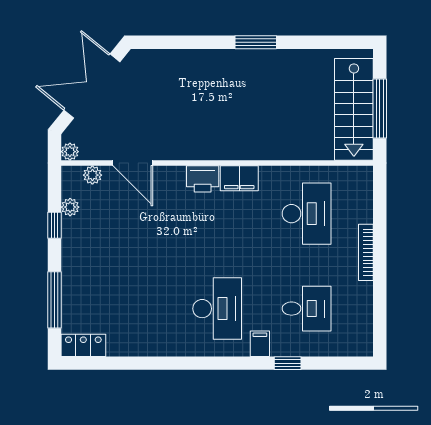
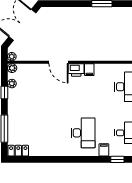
door: (133, 163) -> (58, 62), moved
plant: (92, 175) -> (12, 68), moved
filing cabinet: (239, 178) -> (89, 70), width x0.50

